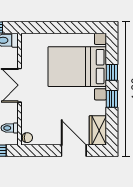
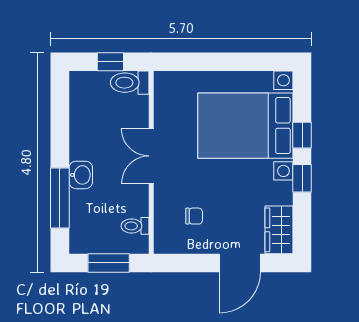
chair: (27, 138) -> (194, 216), moved
door: (74, 151) -> (240, 263), swing flipped

